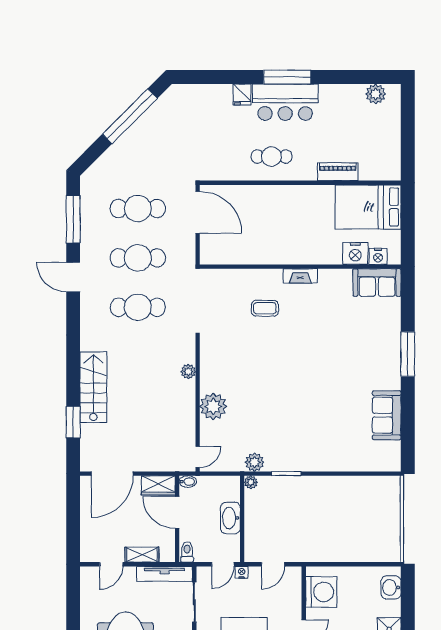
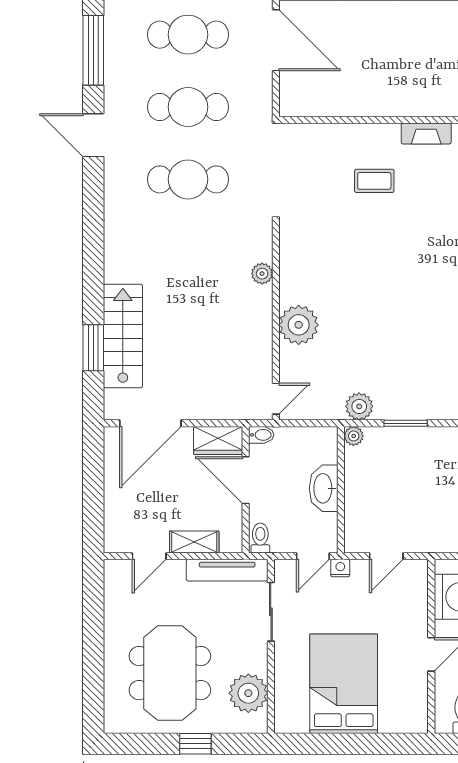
stairs: (93, 387) -> (123, 336), moved

